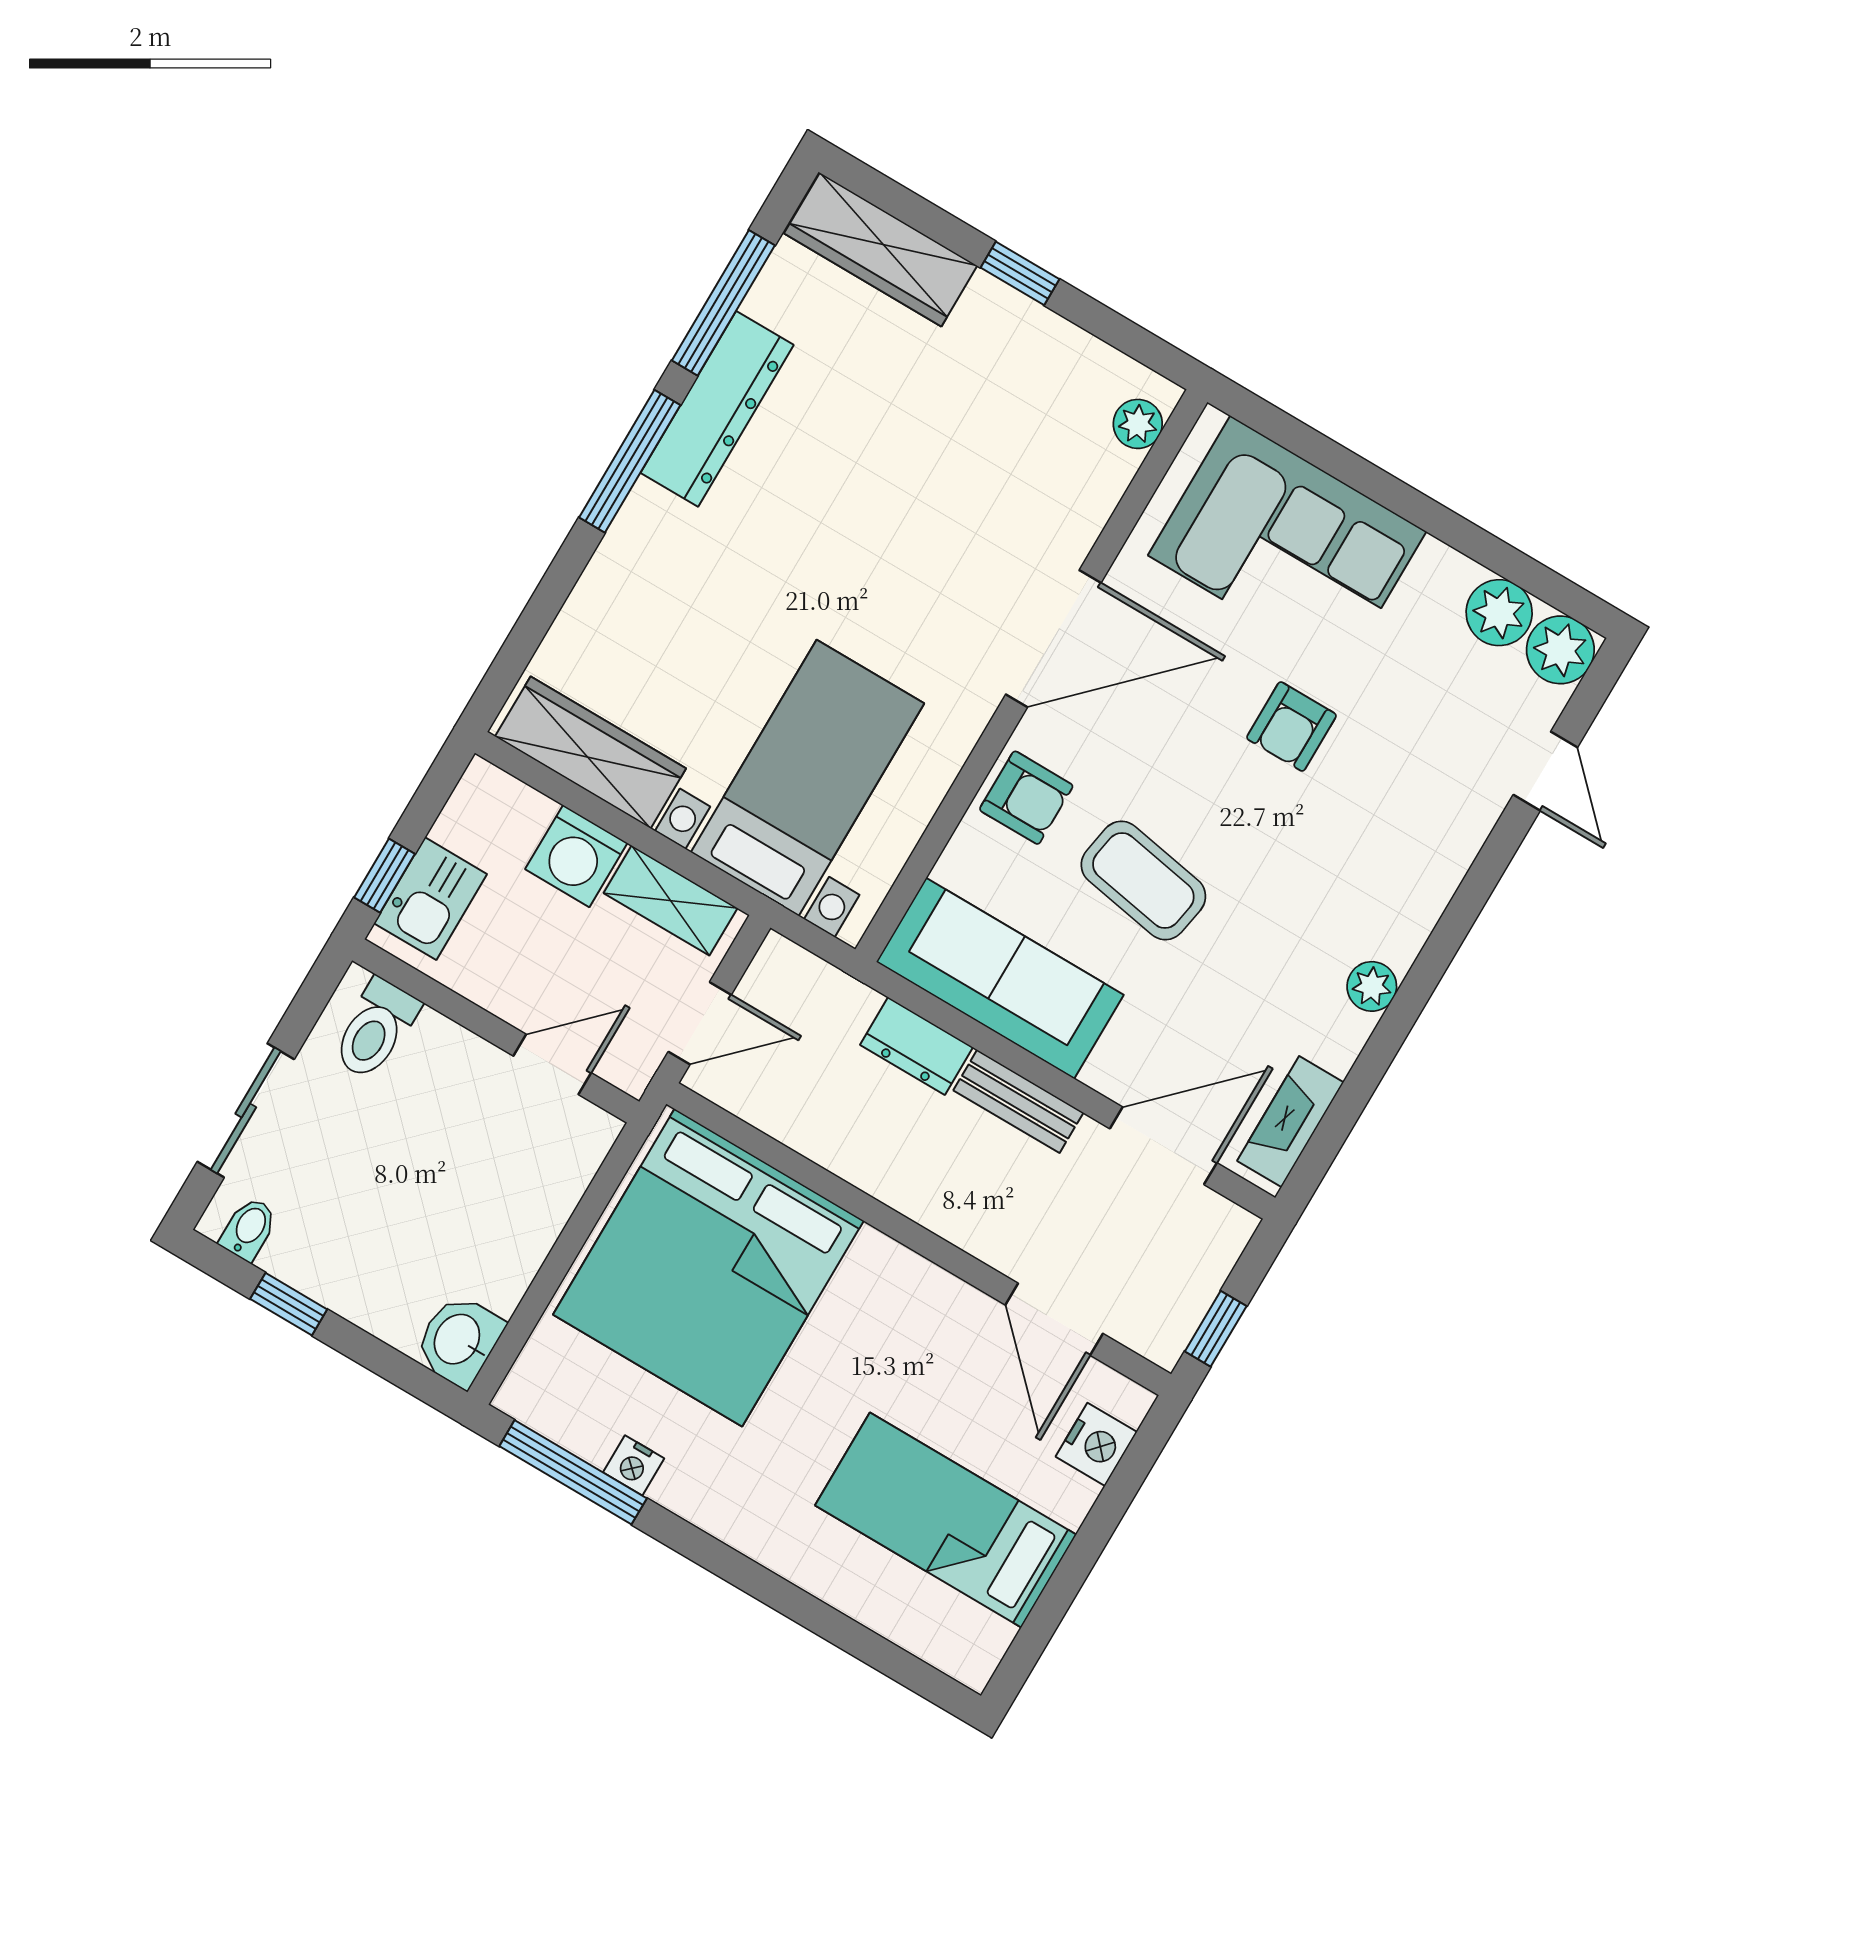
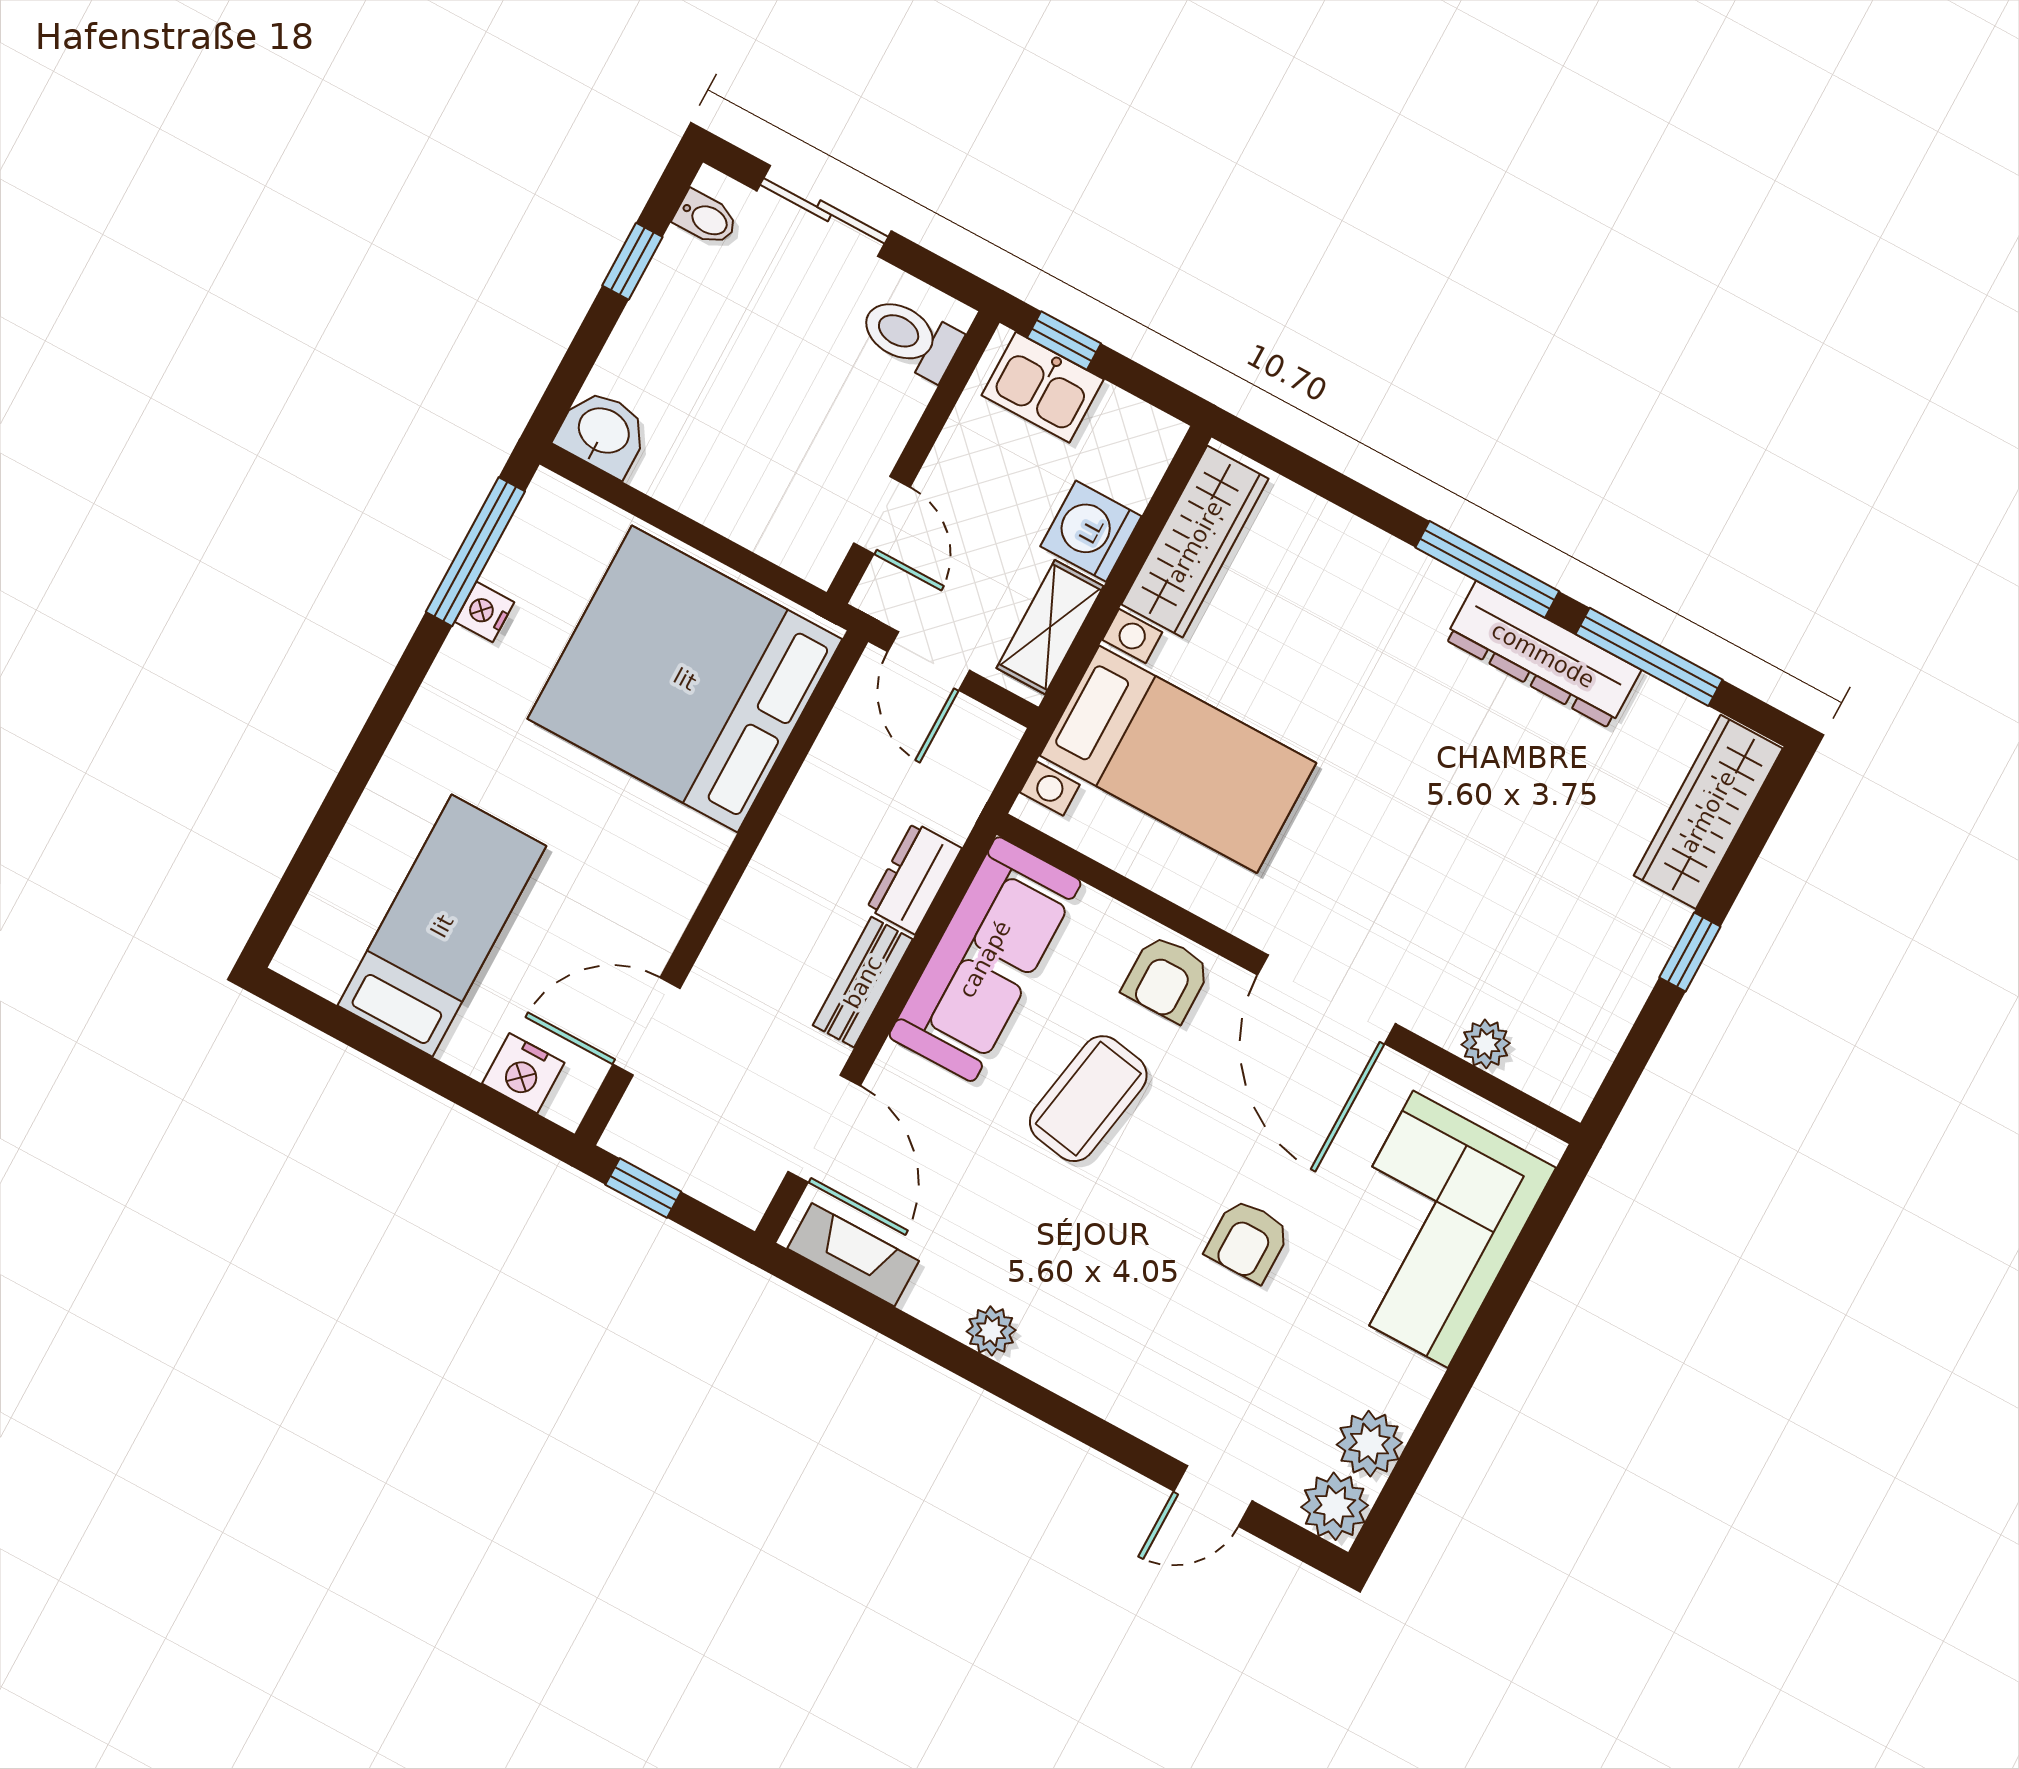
plant: (1138, 424) -> (1486, 1044), moved
armchair: (1291, 727) -> (1248, 1241), turned -90

